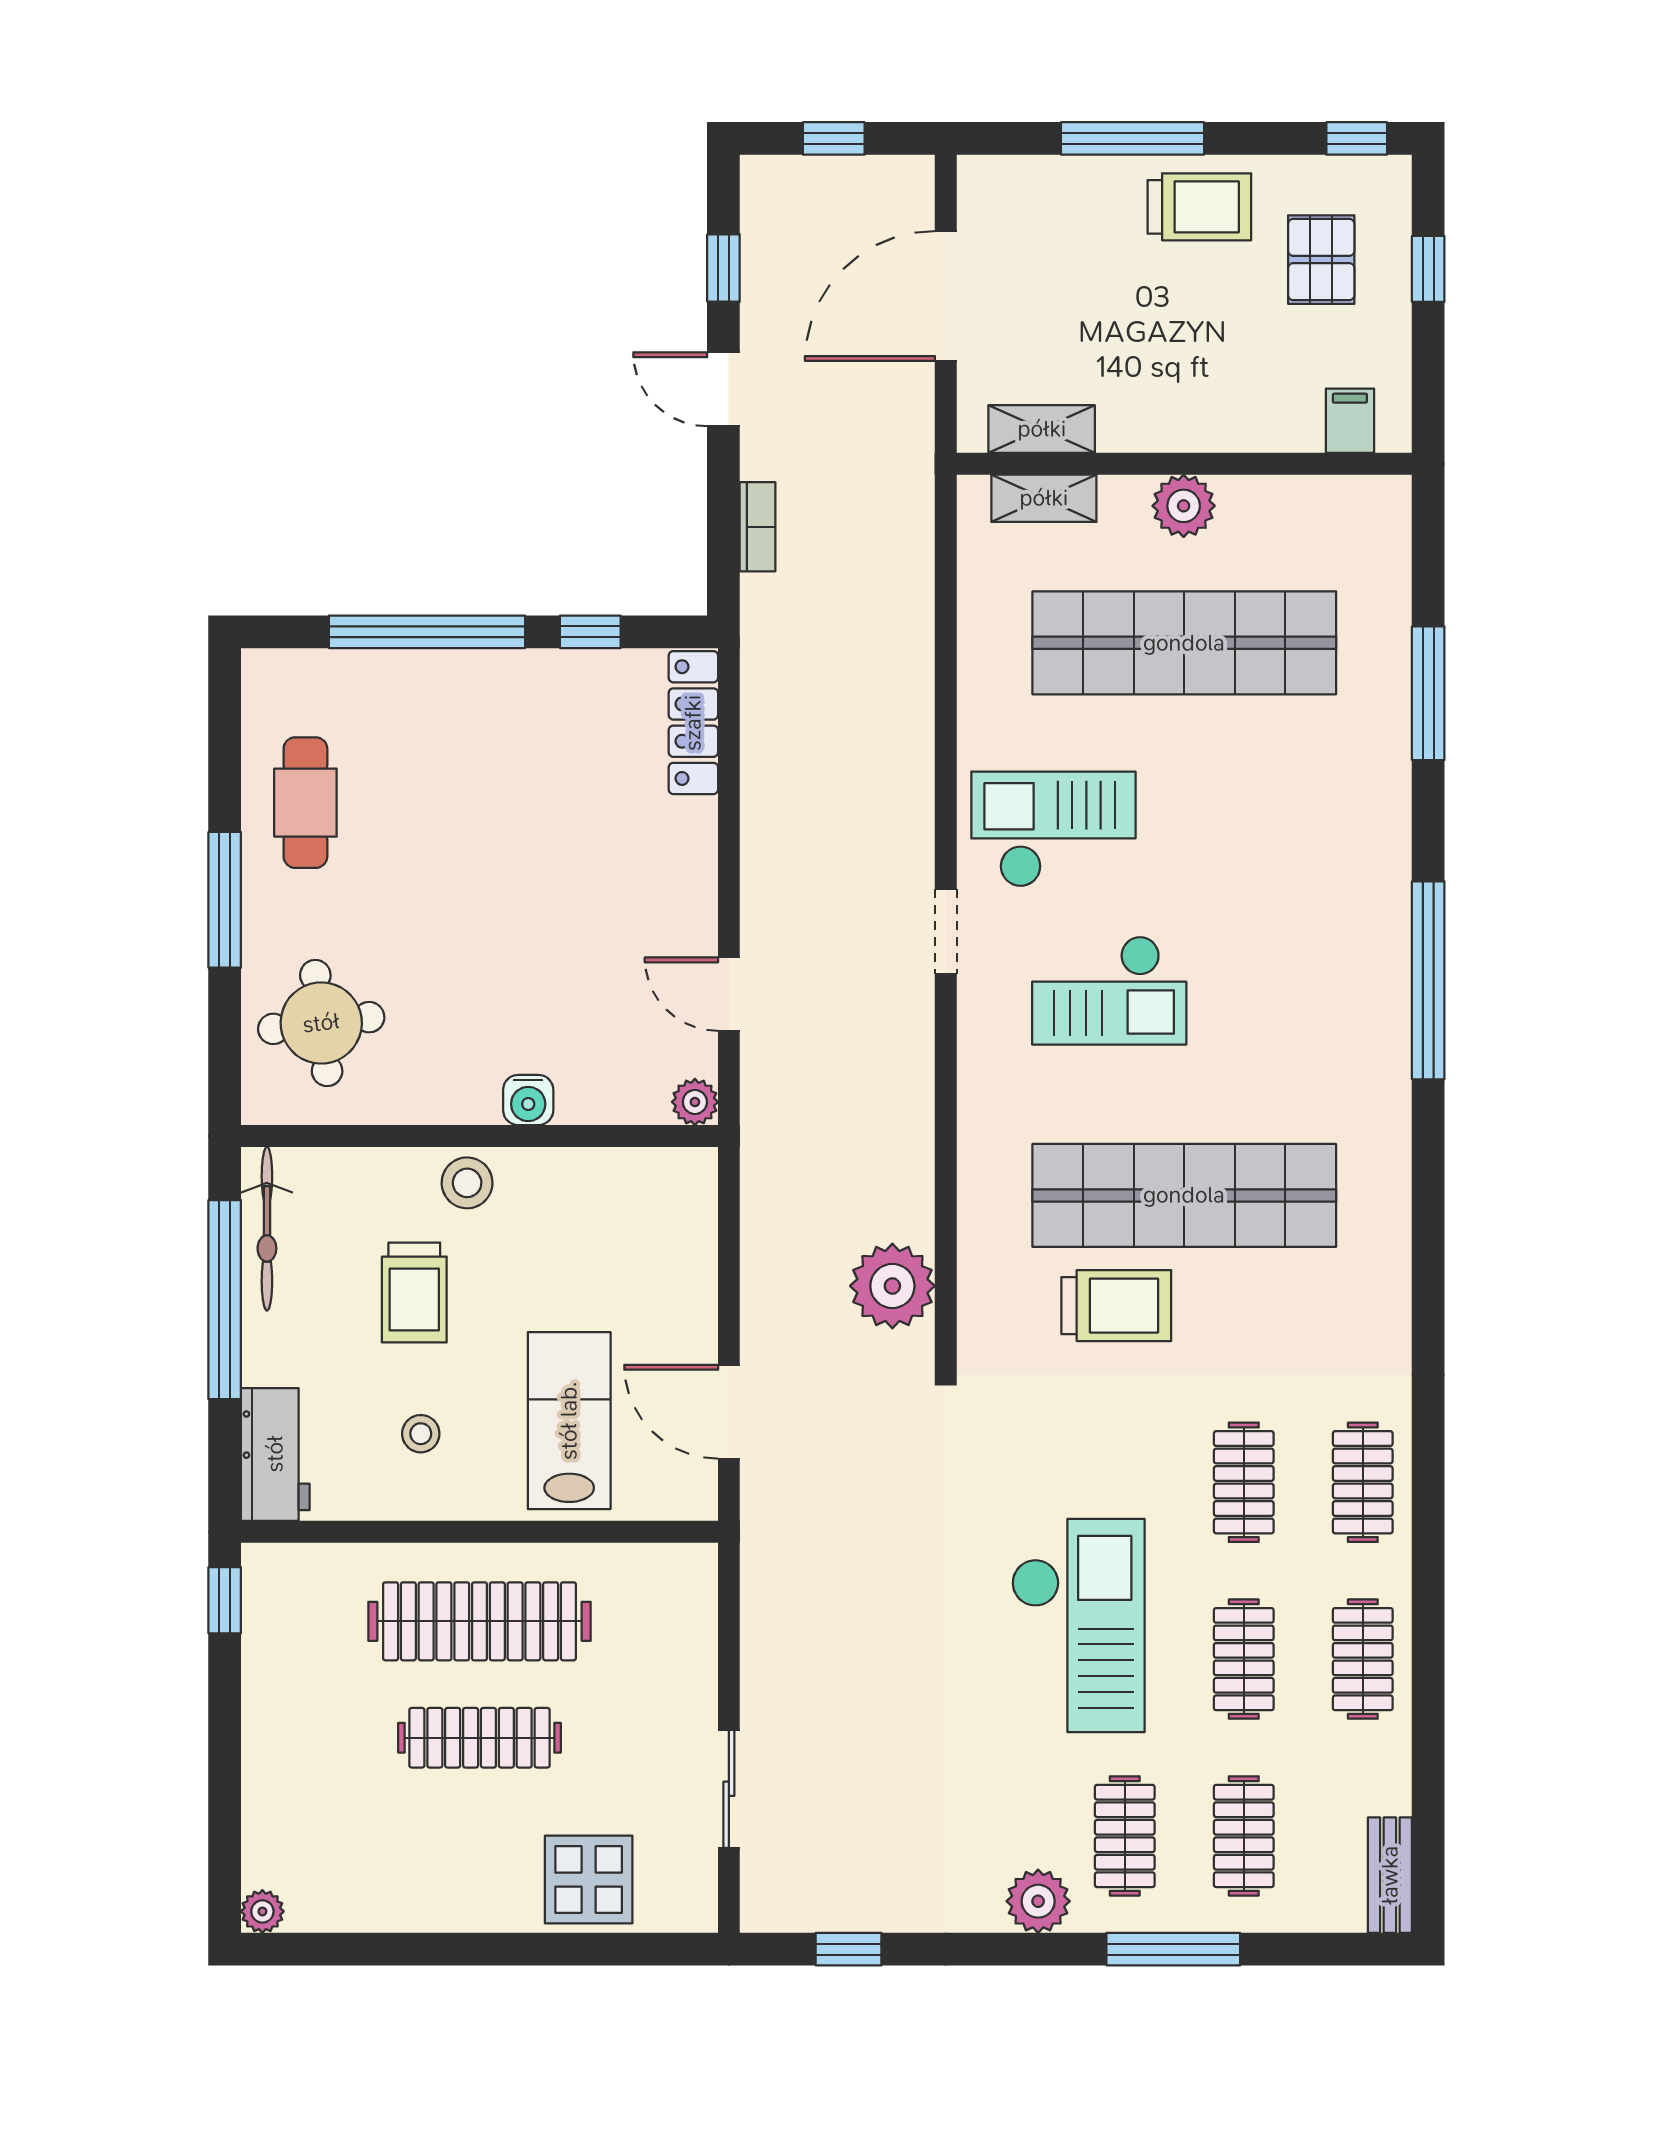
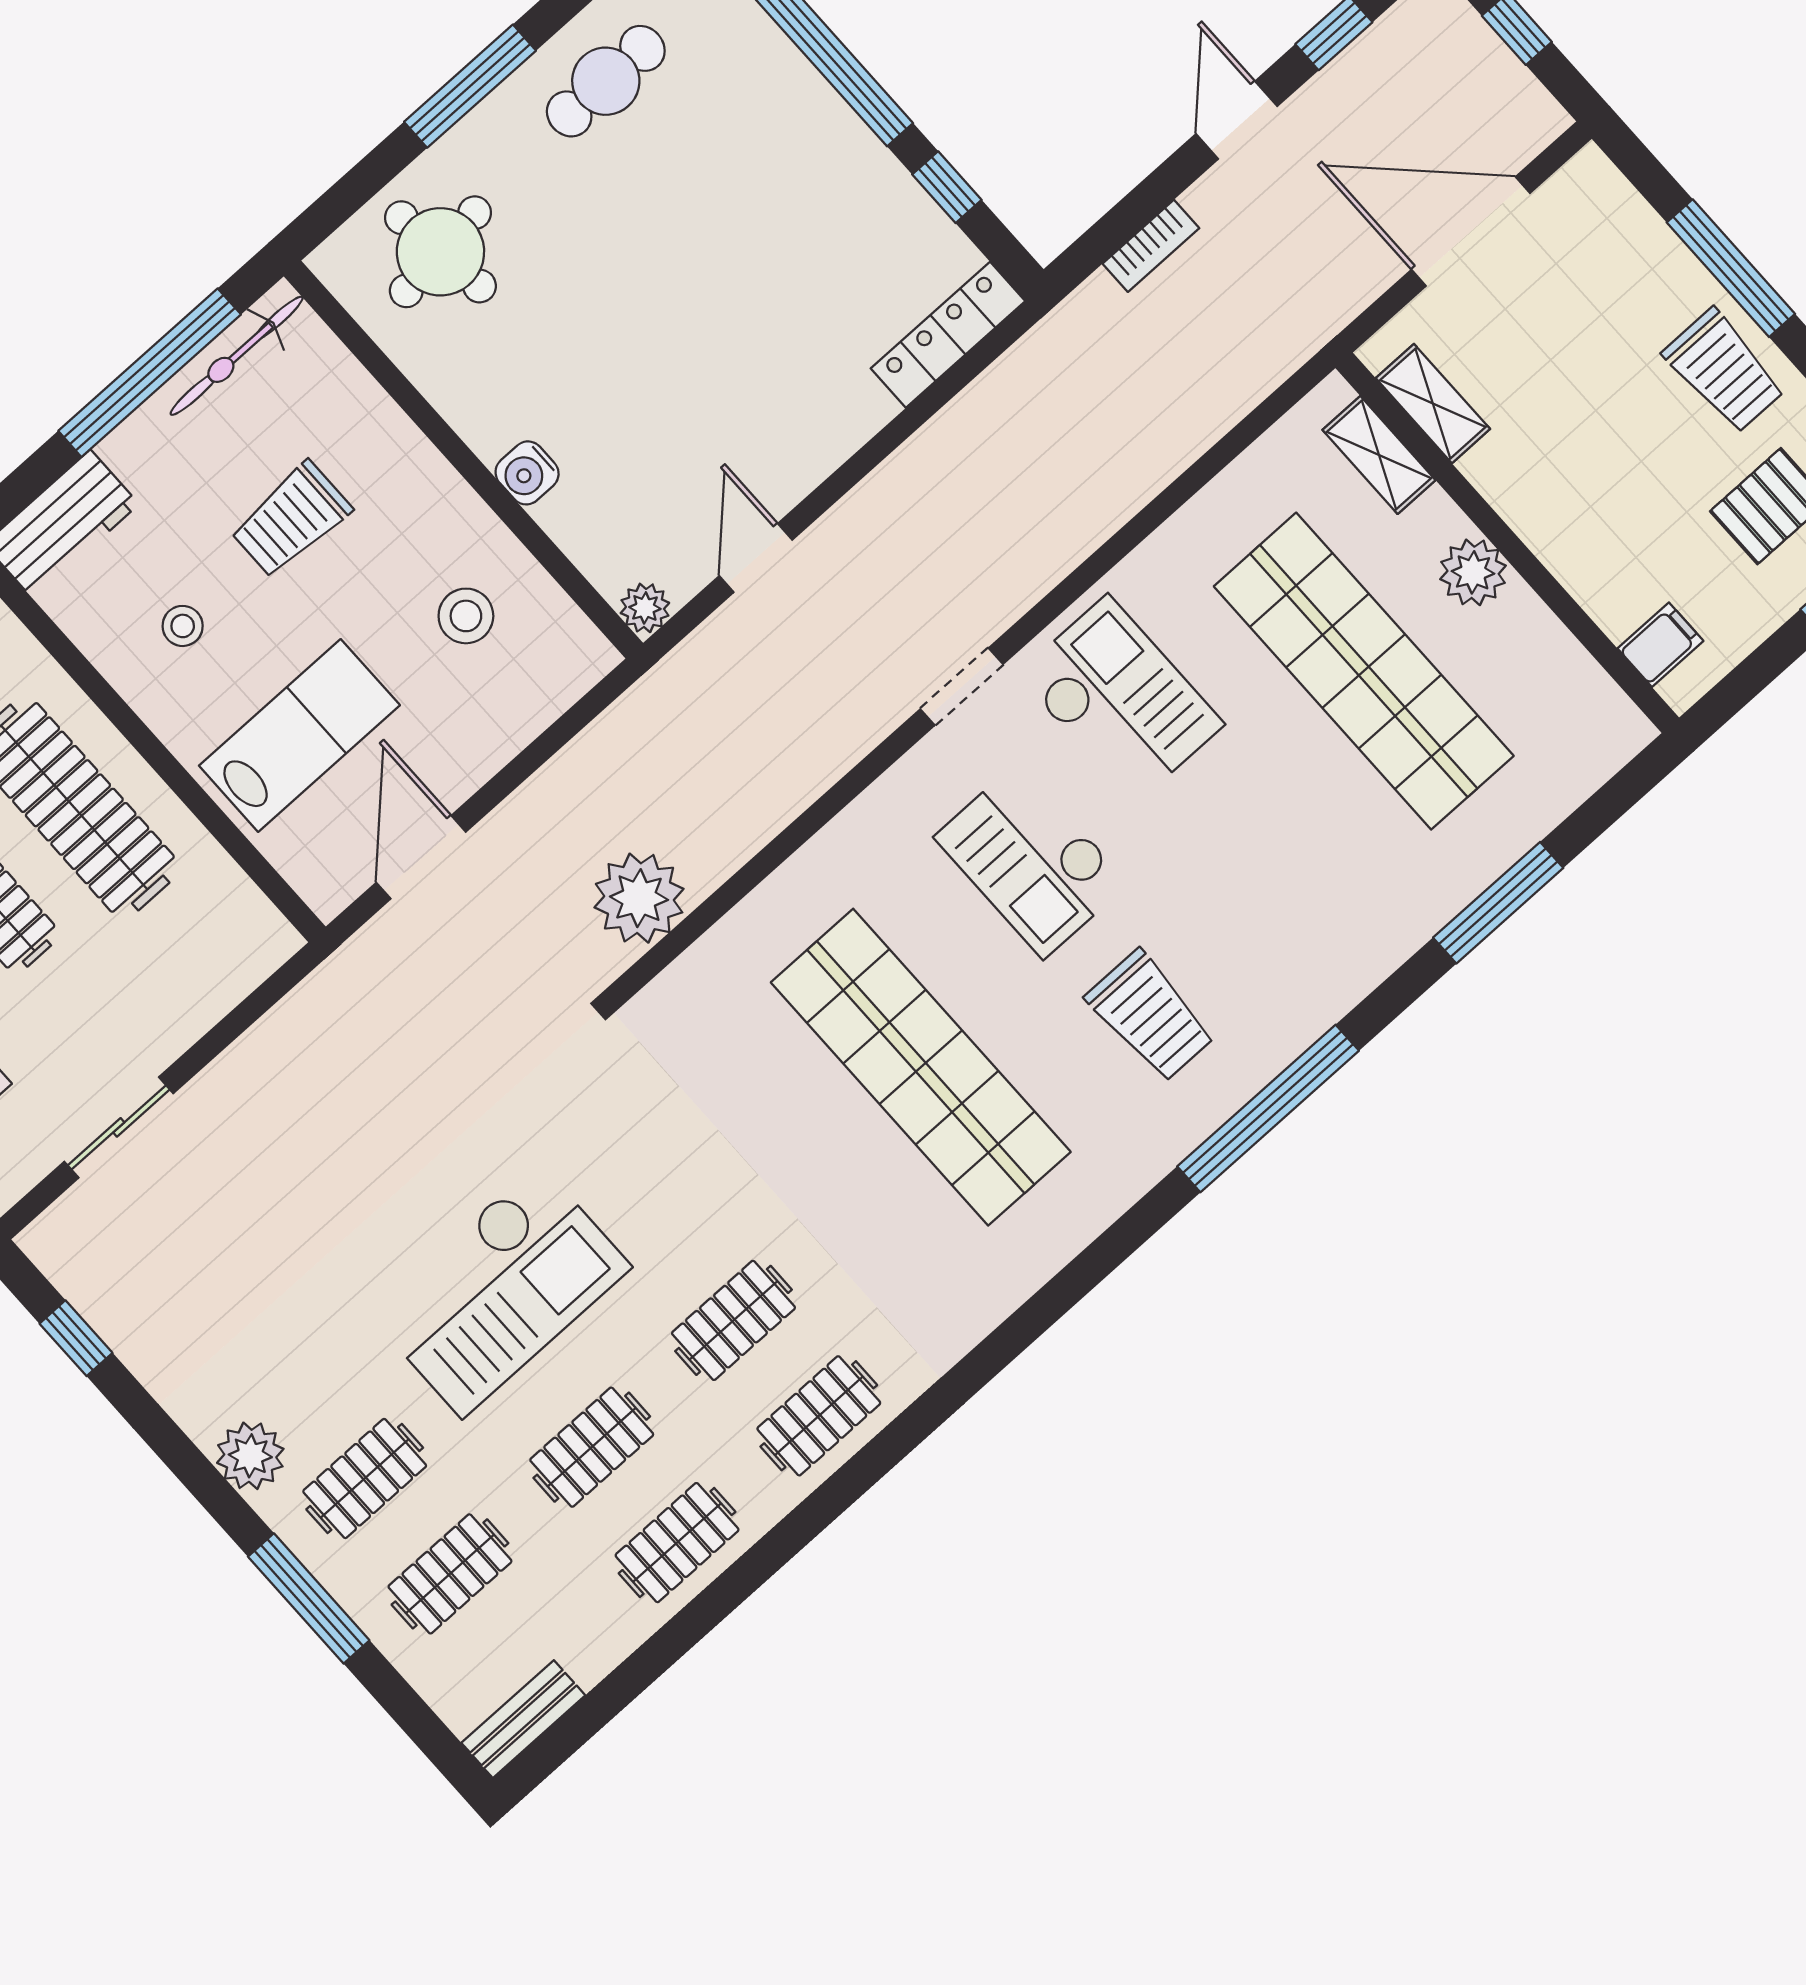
stool: (467, 1183) -> (466, 616), moved
trolley: (1116, 1306) -> (1150, 1016), moved

